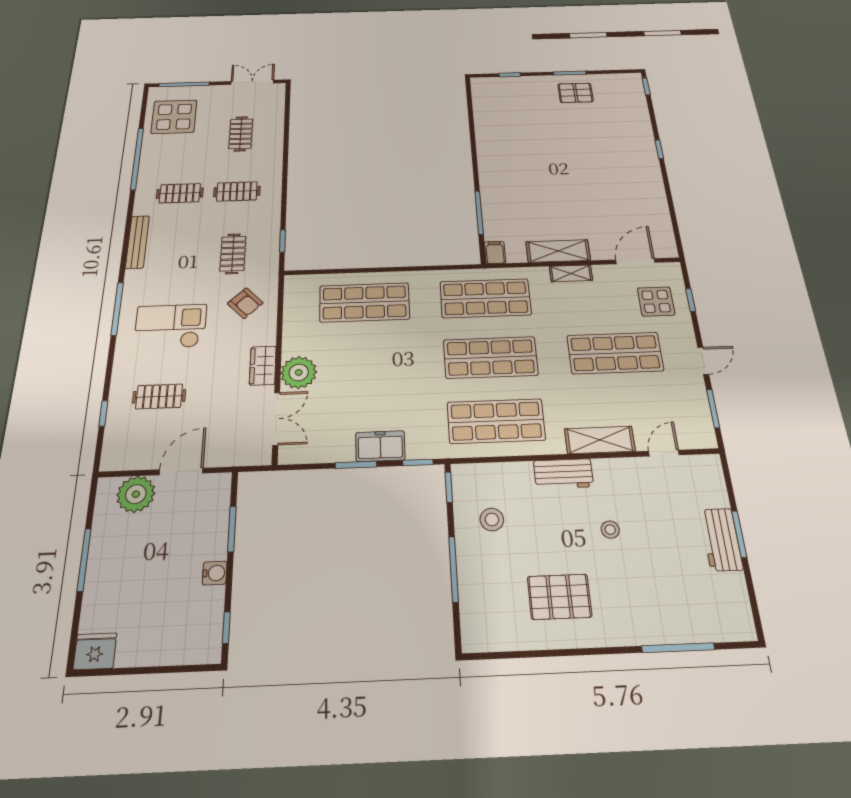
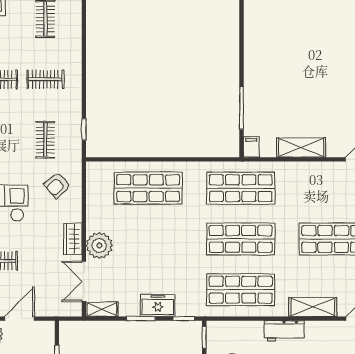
shelving: (571, 273) -> (102, 309), moved
armchair: (245, 303) -> (57, 185), turned 93
double door: (276, 419) -> (84, 281), swing flipped

